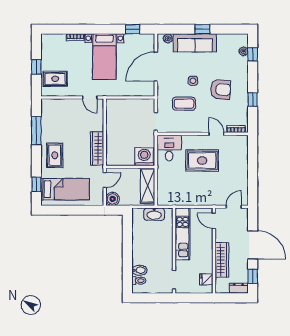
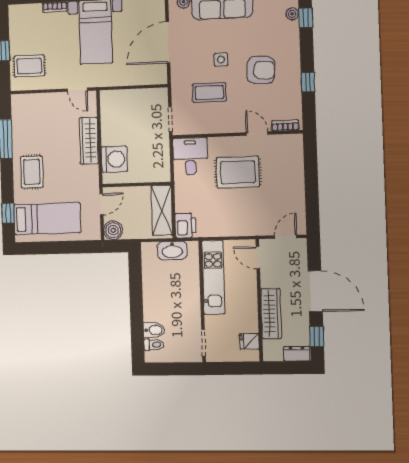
wardrobe: (97, 148) -> (89, 141), moved
washing machine: (144, 157) -> (114, 159), moved, turned 90
printer: (164, 197) -> (186, 226), added

